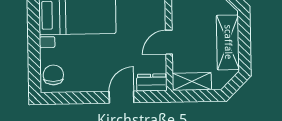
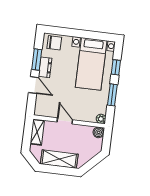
dresser: (152, 82) -> (45, 67), moved
window: (82, 98) -> (37, 60), added

